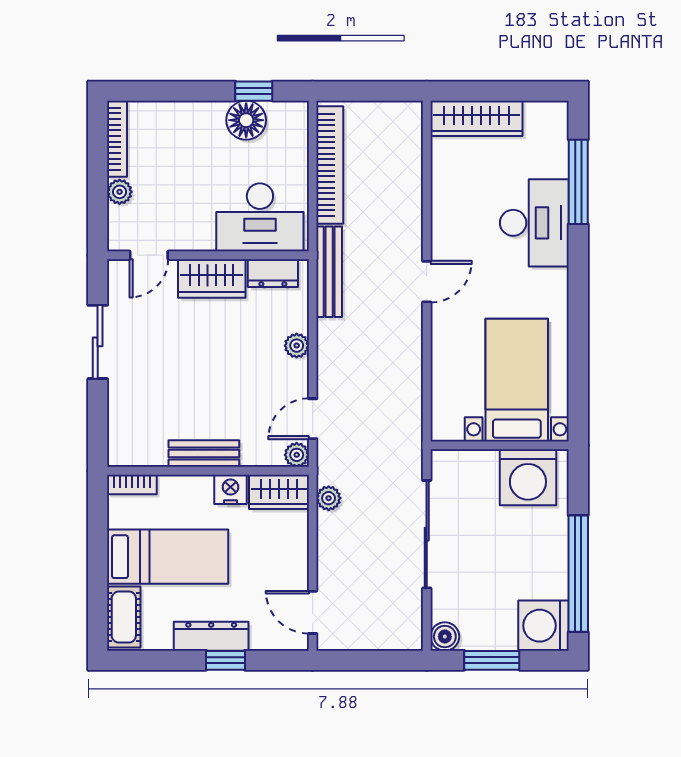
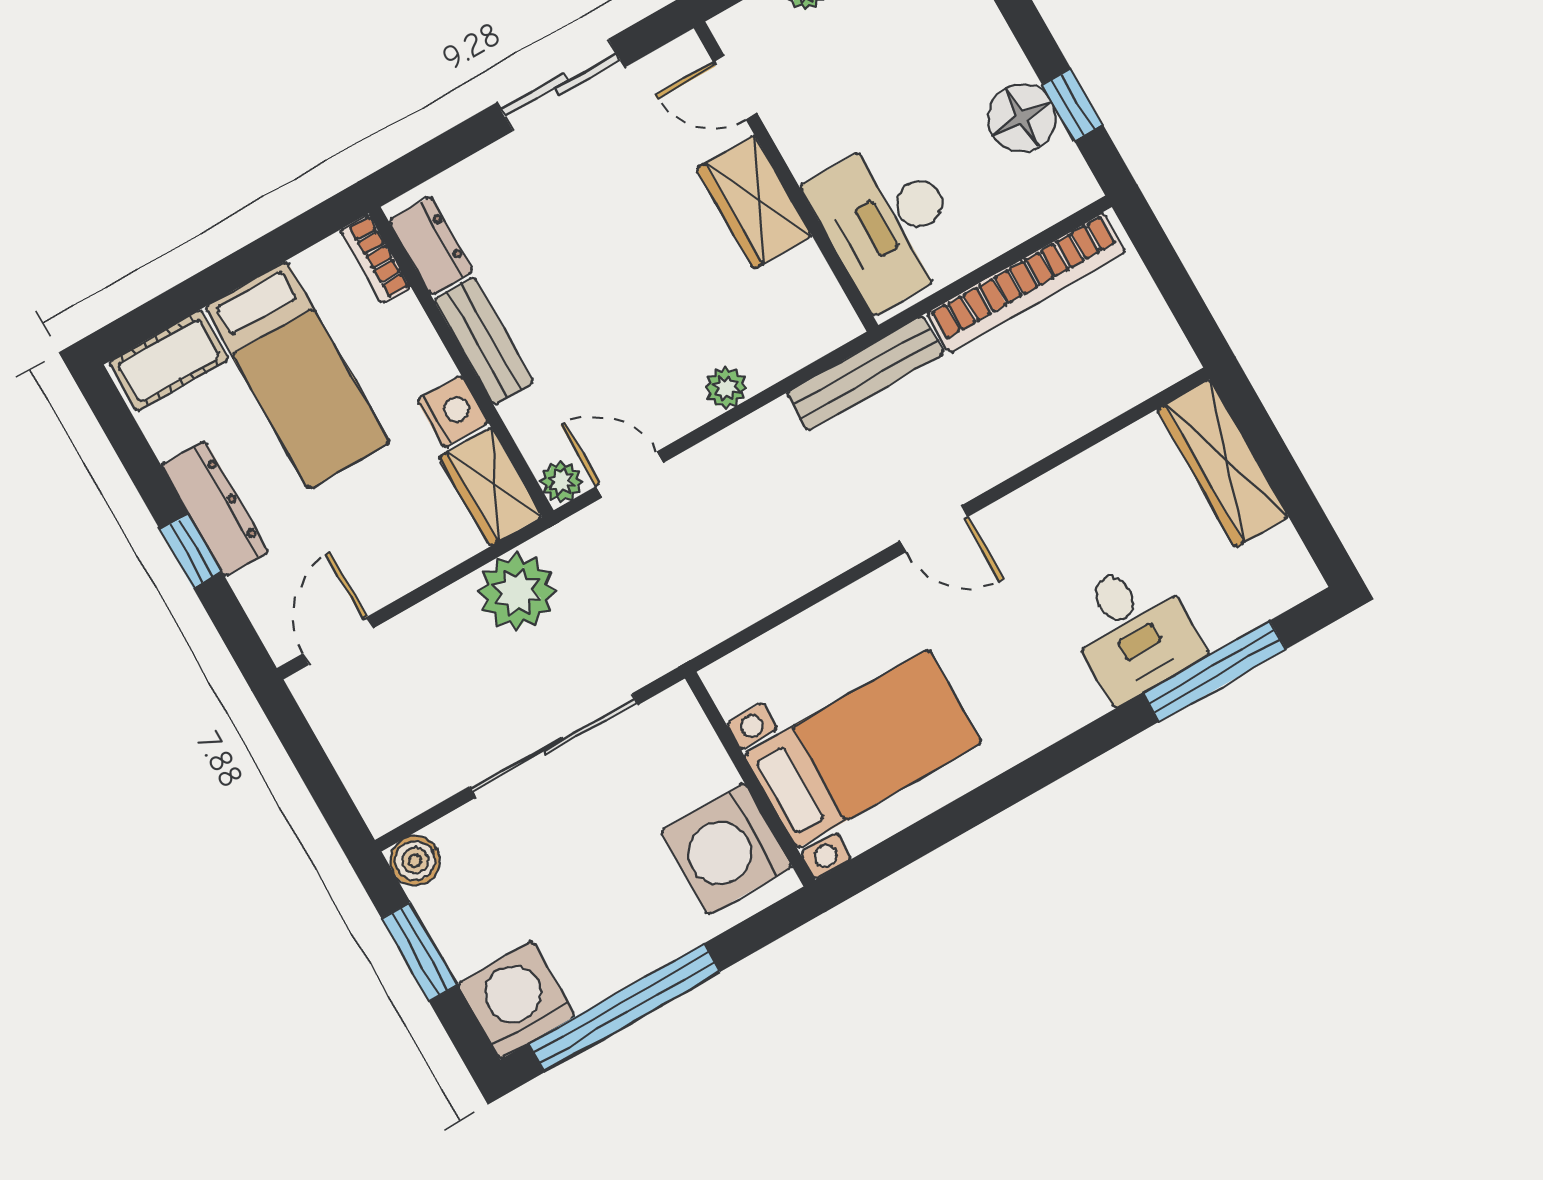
desk: (534, 223) -> (1133, 630), width x0.73
dresser: (273, 273) -> (431, 246), moved, turned 180
plant: (329, 498) -> (517, 592), width x1.88, depth x1.88

